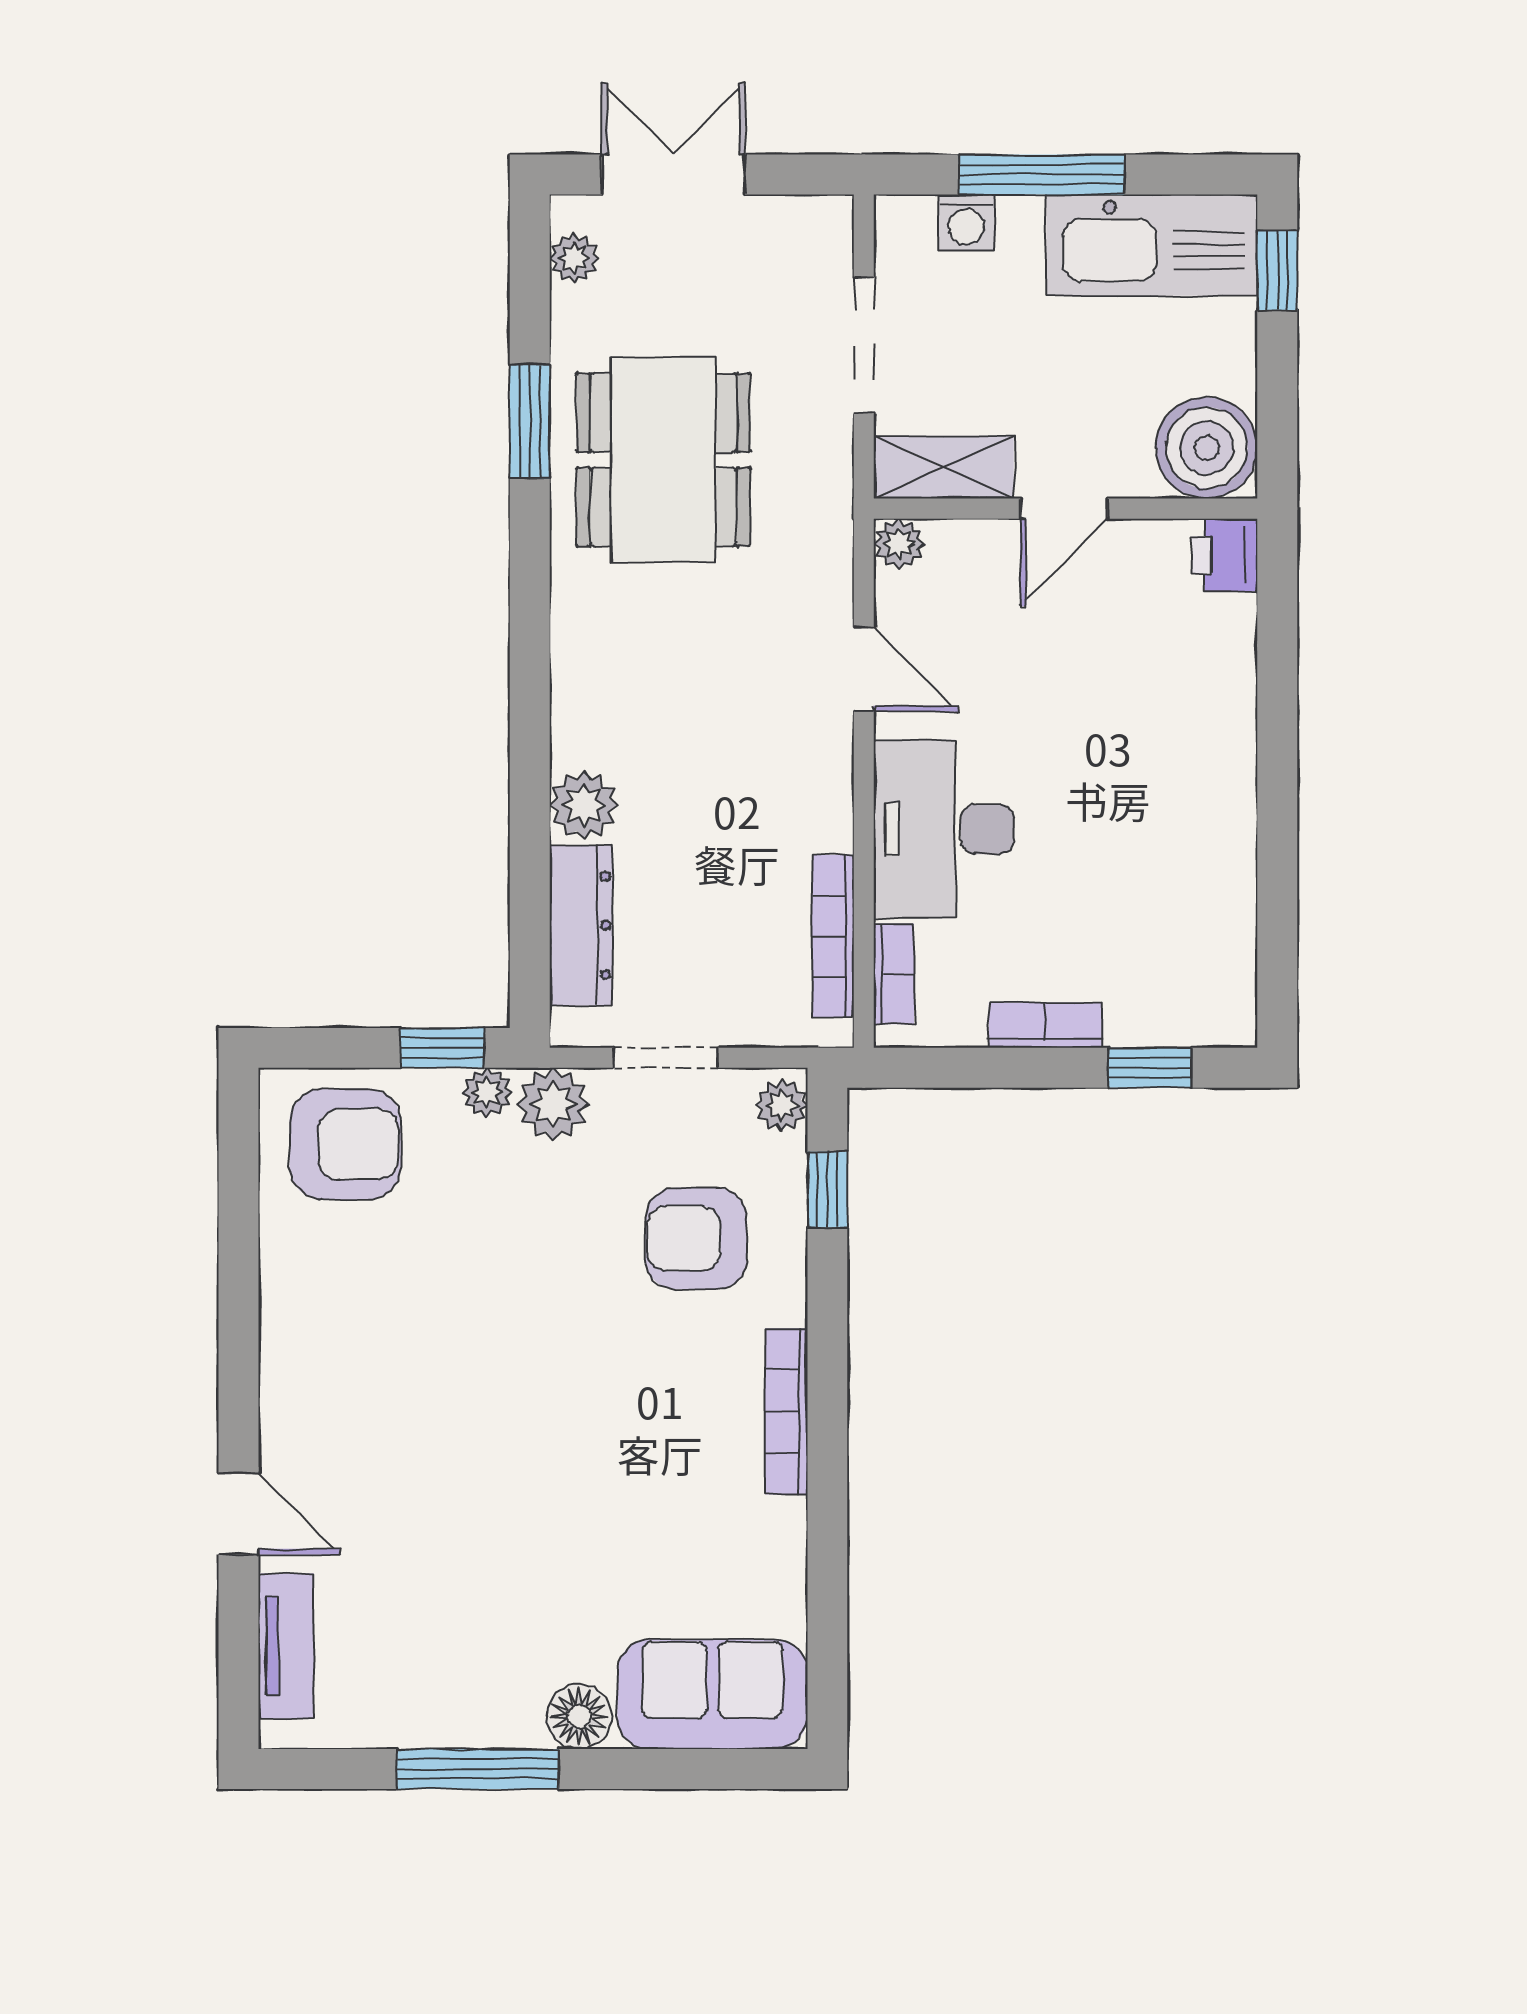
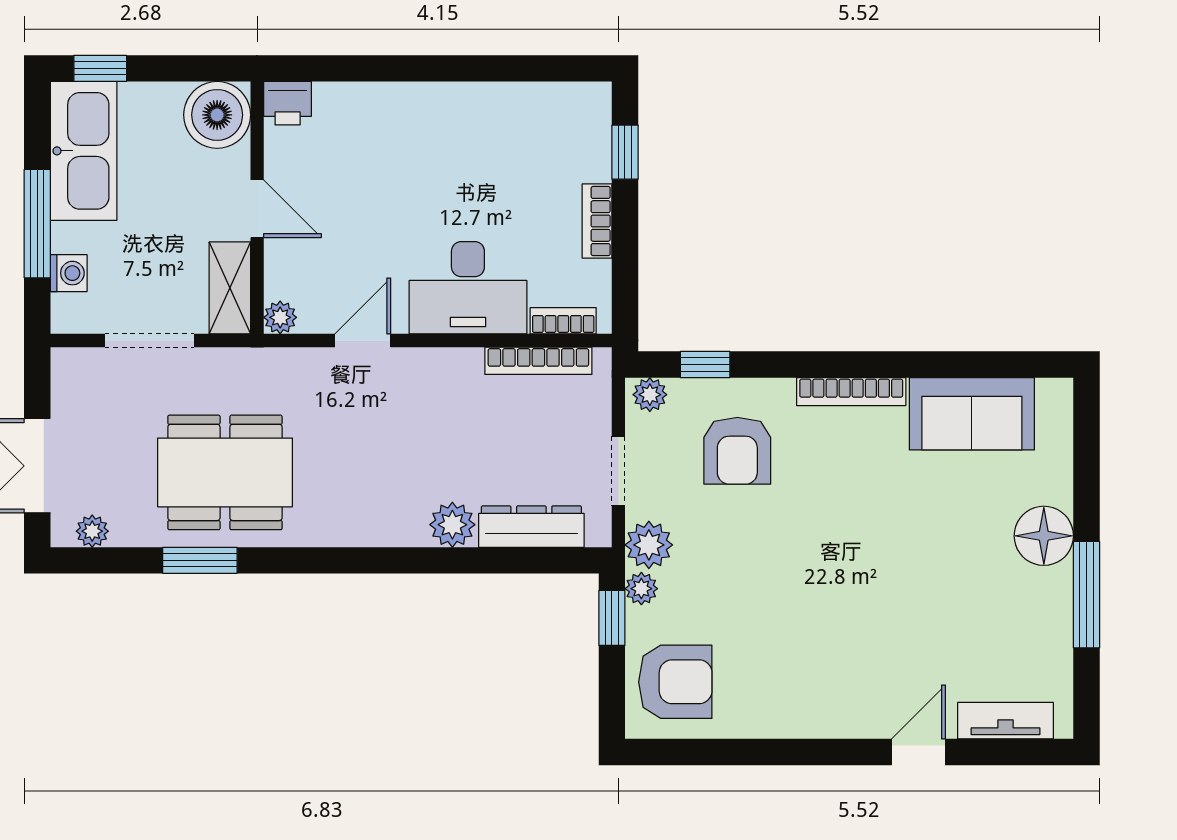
armchair: (345, 1144) -> (675, 682), turned 90
sofa: (712, 1694) -> (972, 414), moved, turned -90
floor lamp: (579, 1716) -> (1044, 536), width x1.38, depth x1.38

